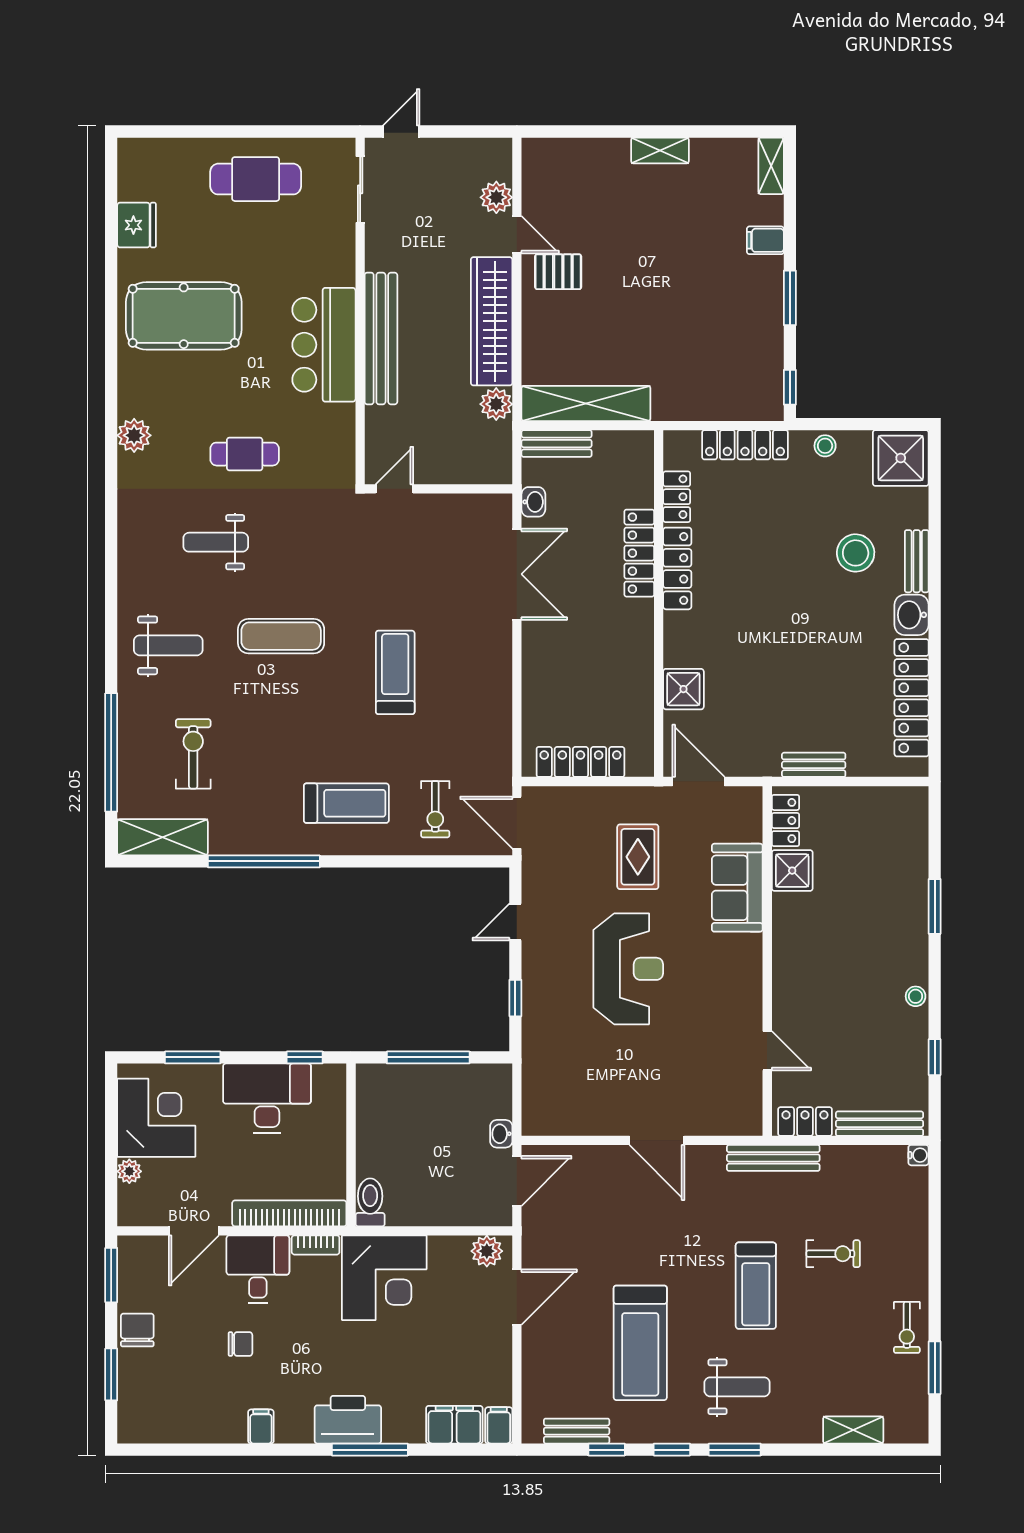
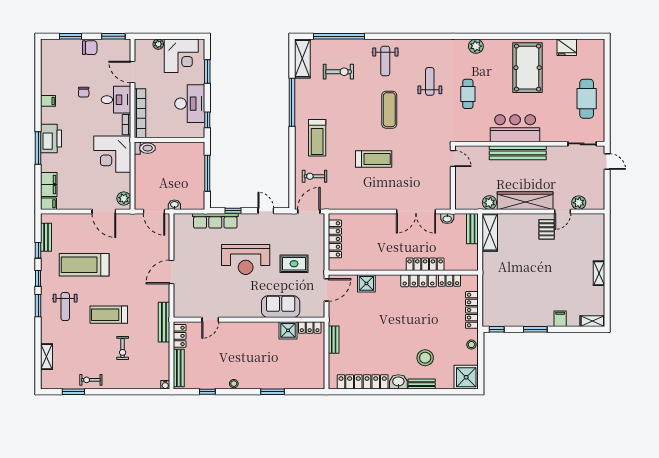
shelving: (586, 403) -> (490, 232), width x0.68
row of seats: (538, 1039) -> (215, 221), added

